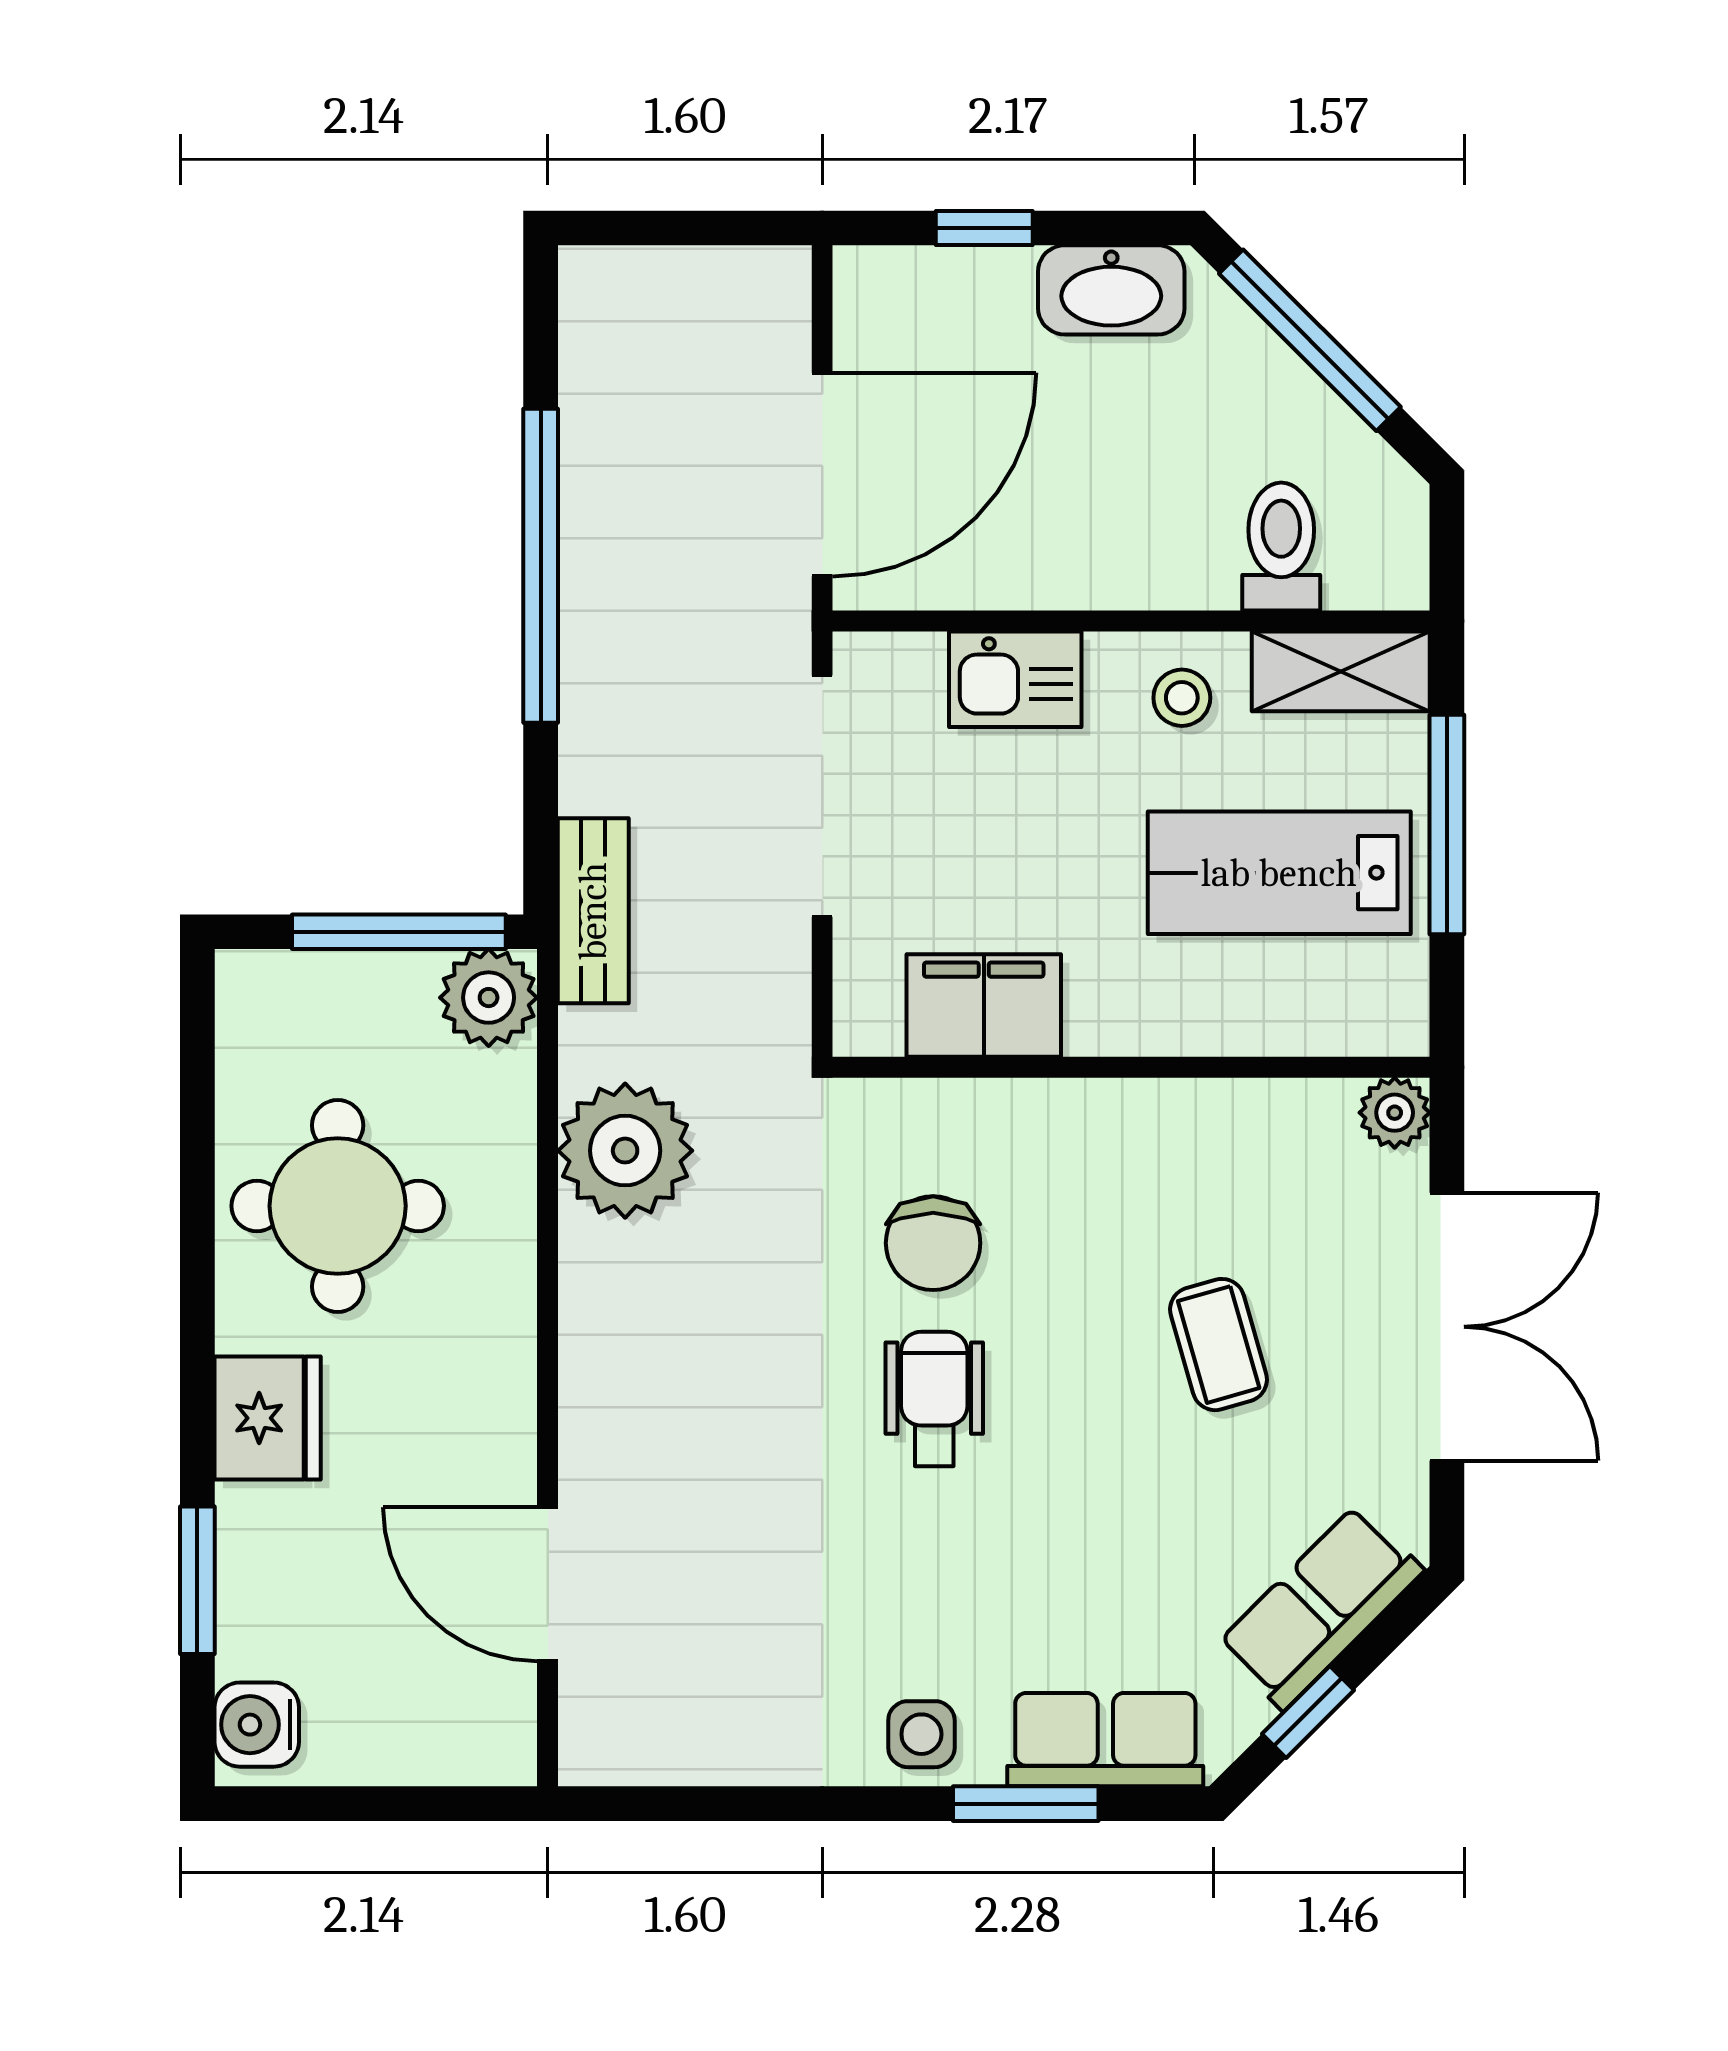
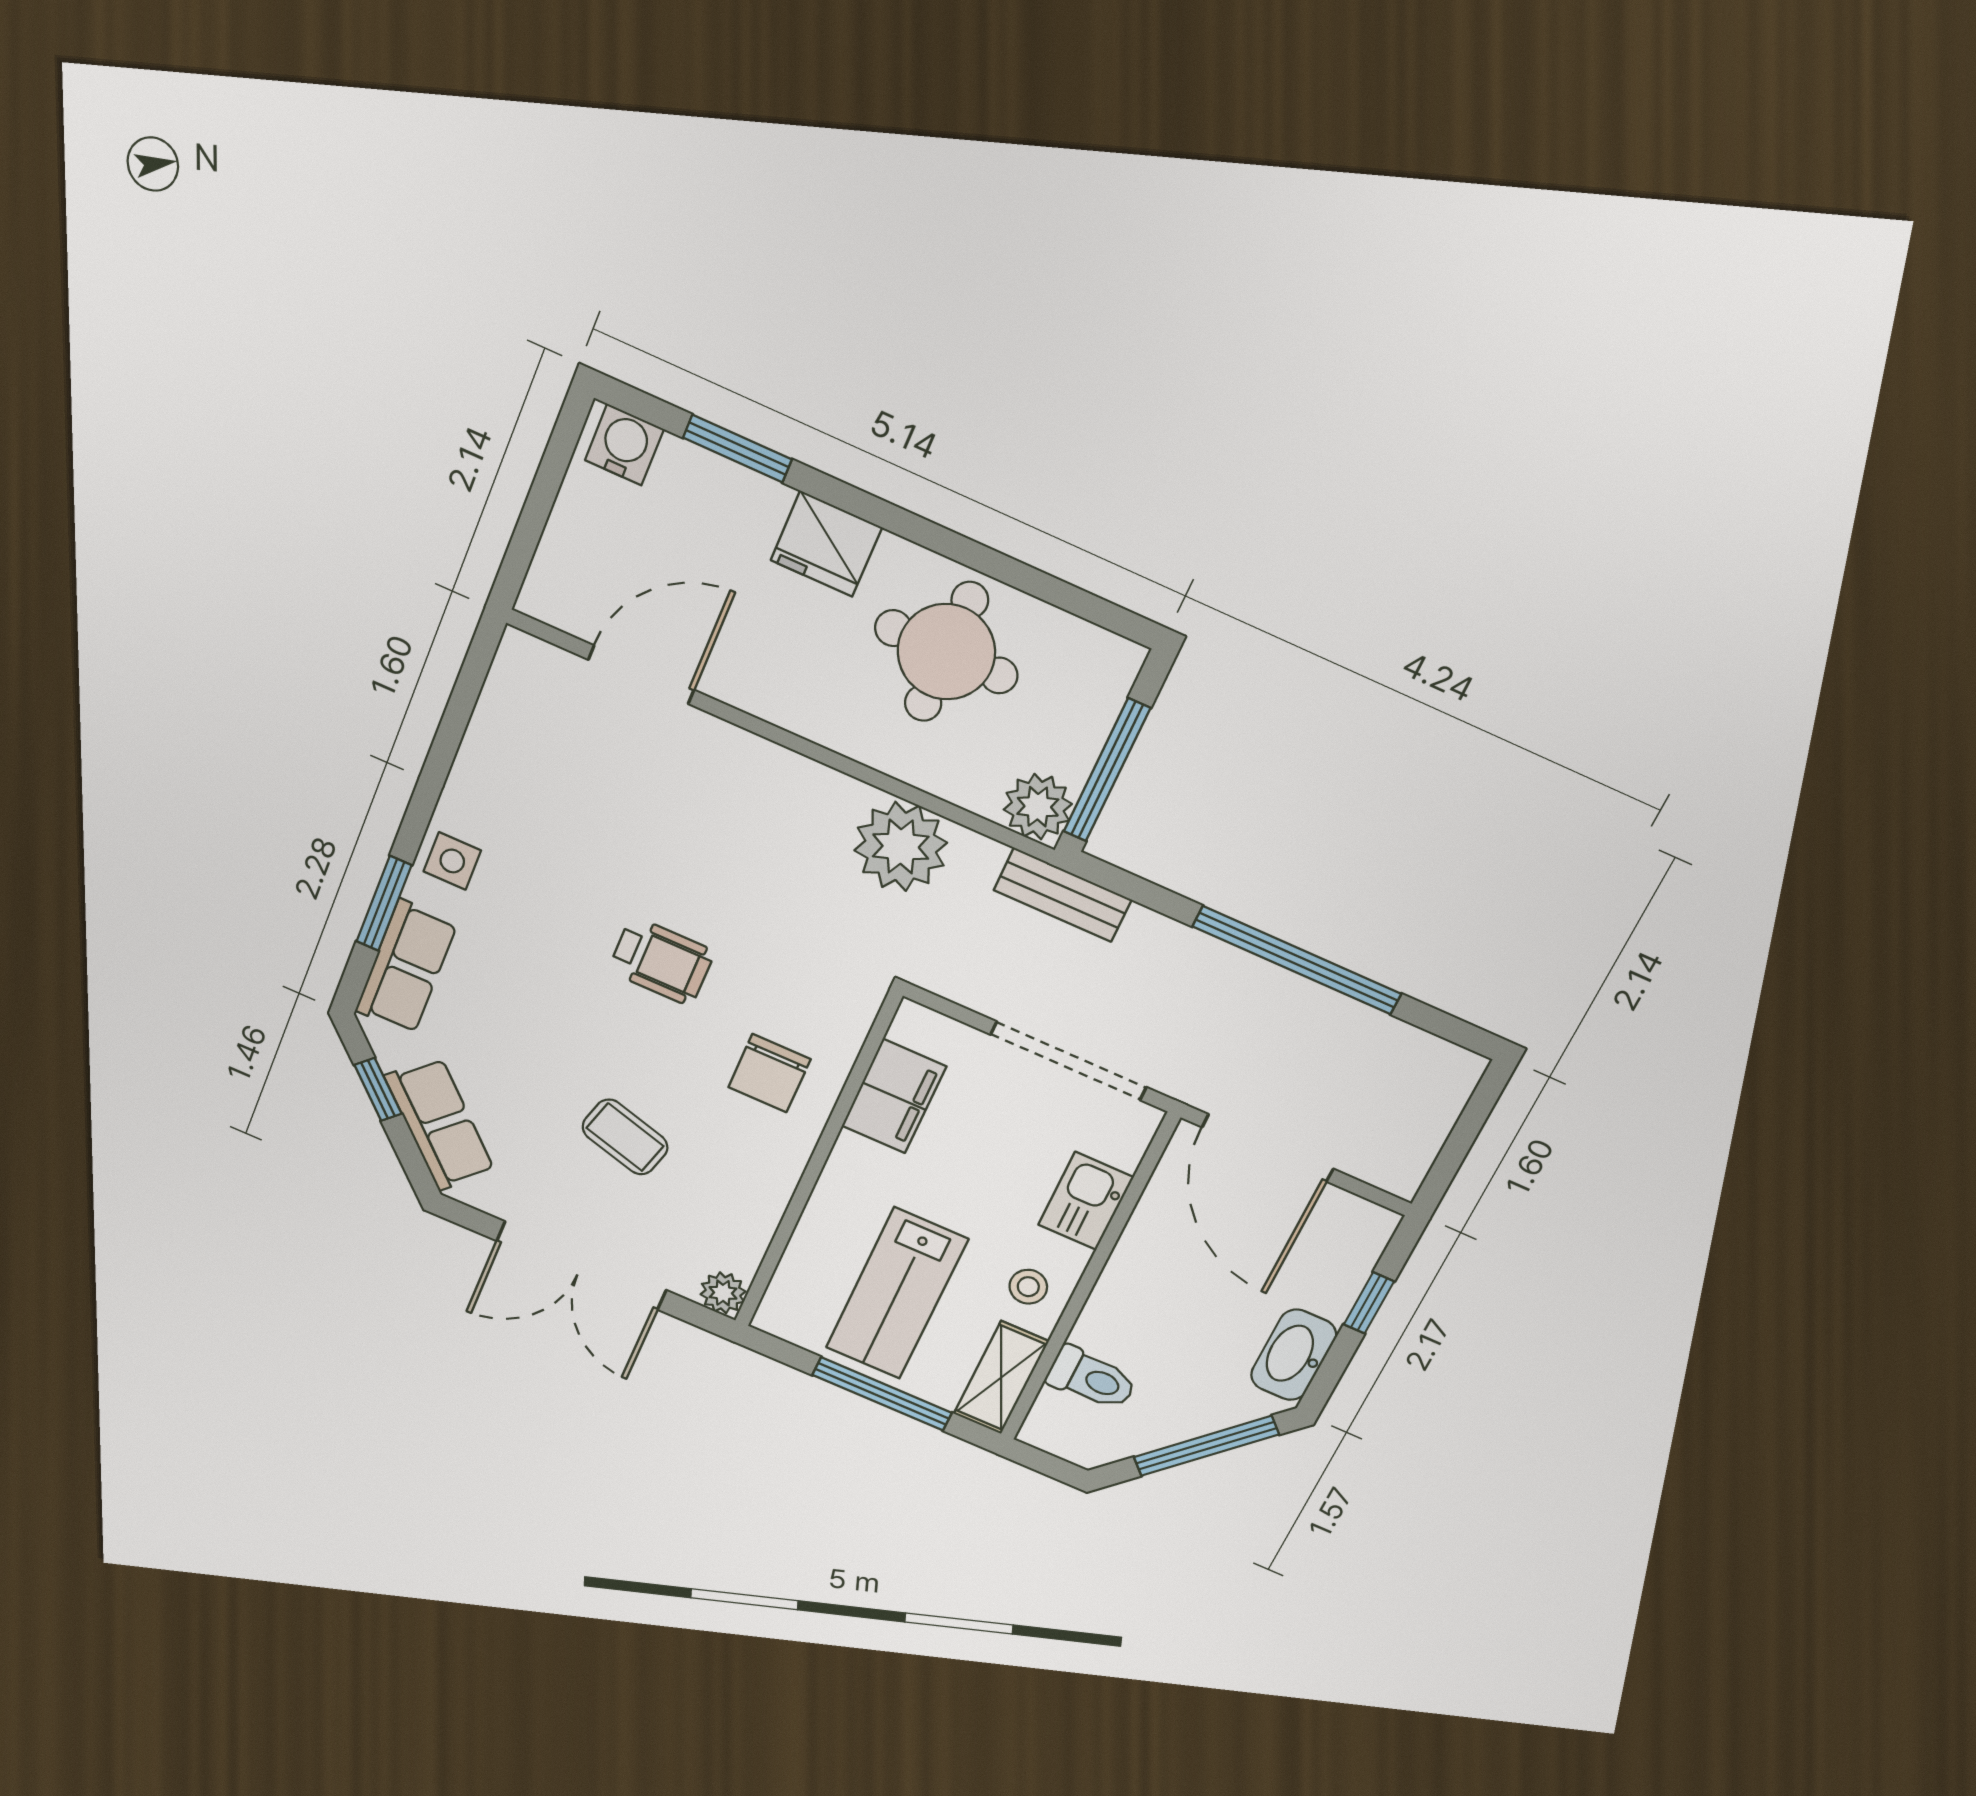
lab bench: (1279, 873) -> (897, 1293), turned 180
chair: (933, 1243) -> (769, 1073), moved, turned -90
coffee table: (1219, 1345) -> (625, 1137), turned 32

